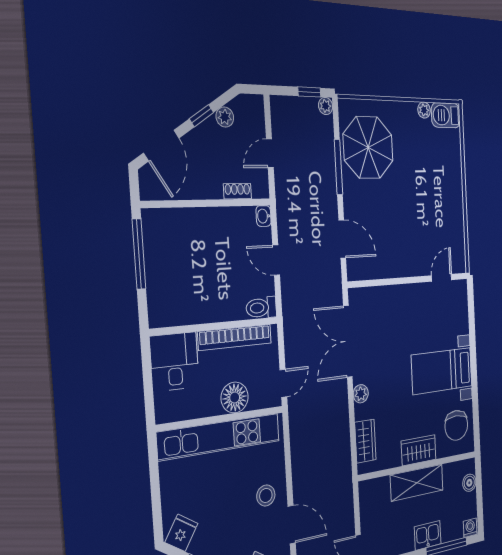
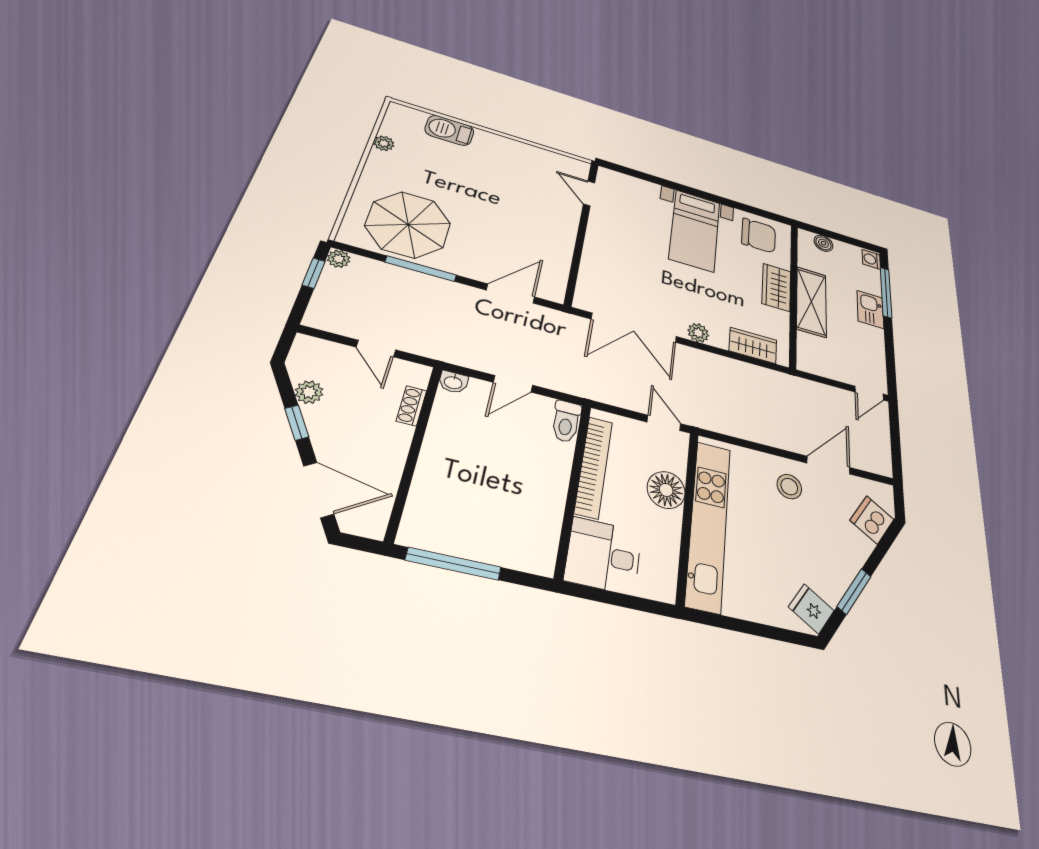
barbecue: (446, 115) -> (449, 130), moved, turned 90

